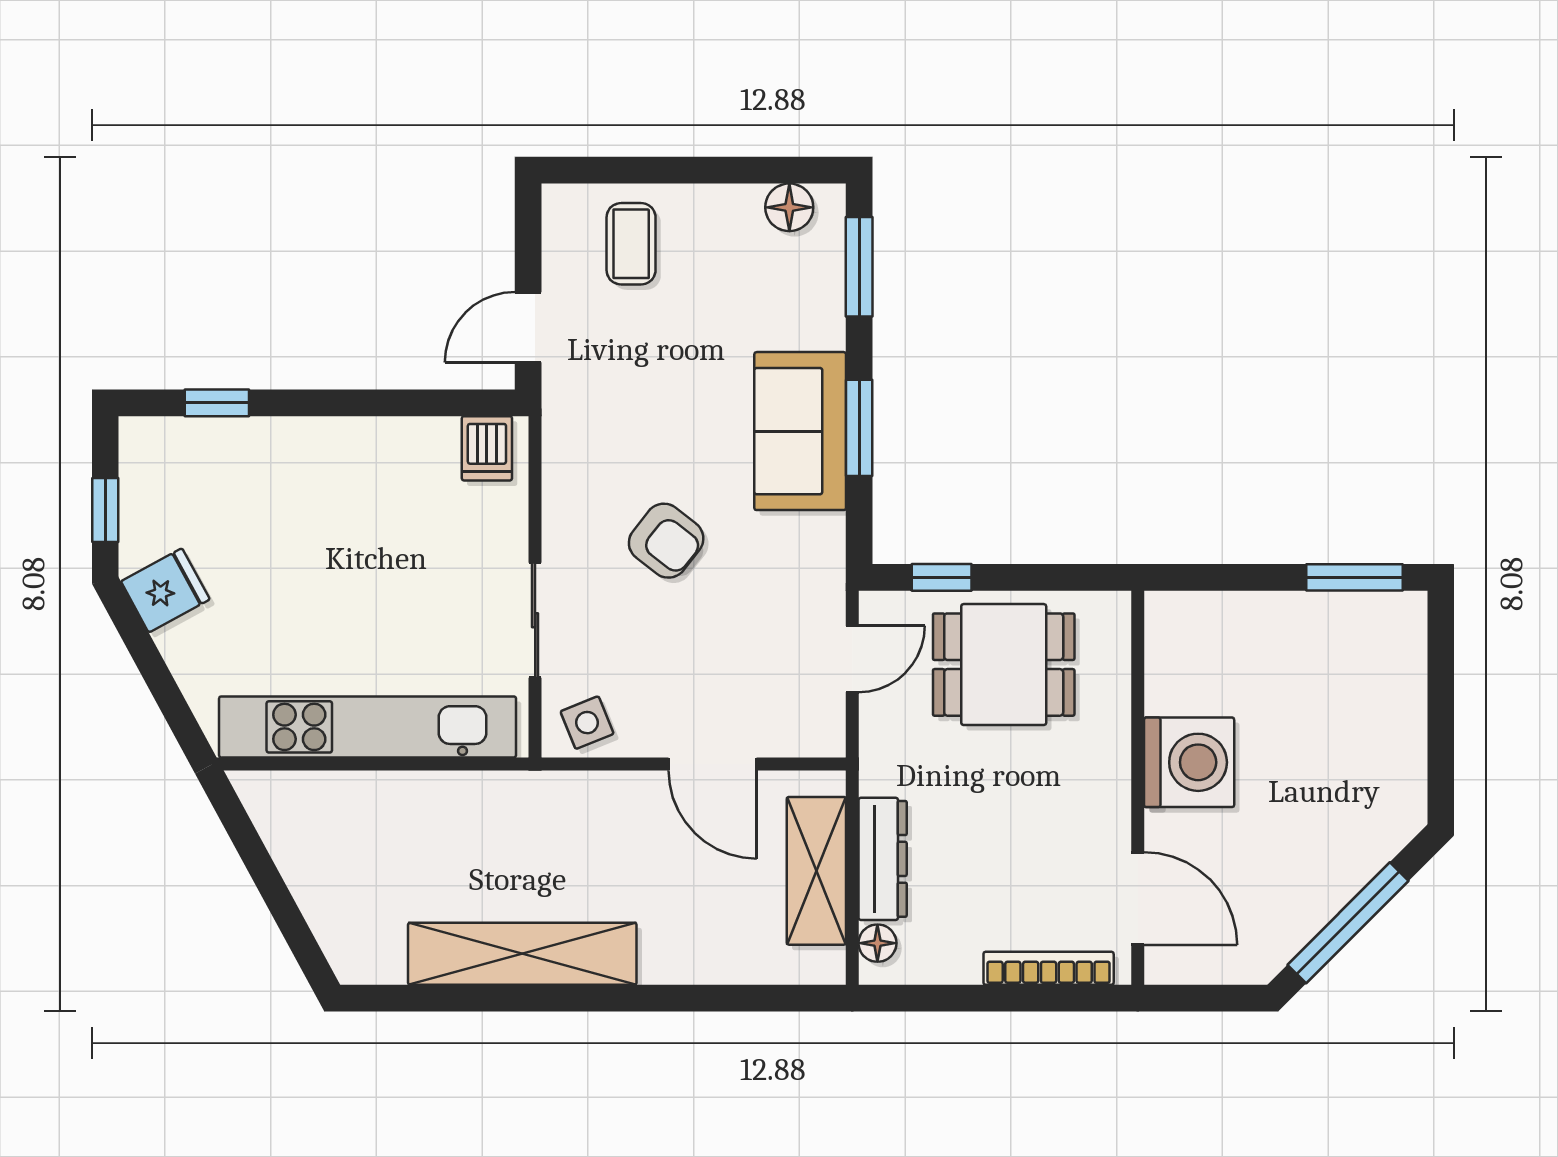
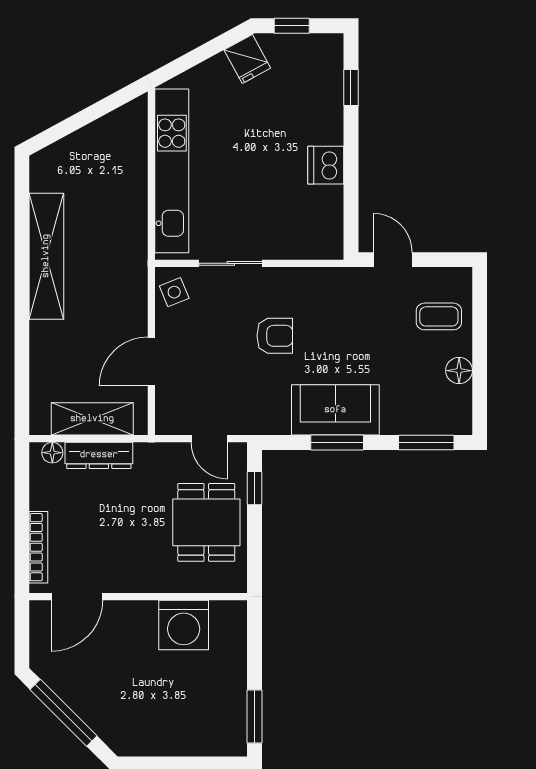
floor lamp: (789, 207) -> (459, 371), moved
dishwasher: (487, 448) -> (326, 165), moved, width x1.38
armchair: (666, 541) -> (275, 336), turned -128
washing machine: (1189, 762) -> (184, 625), moved

